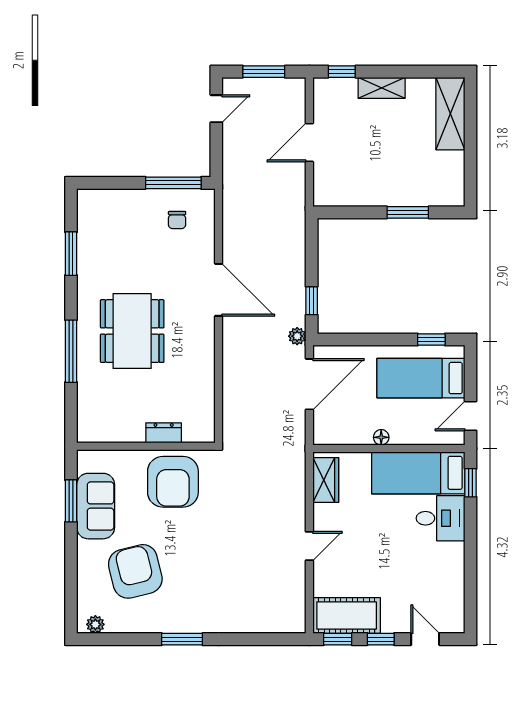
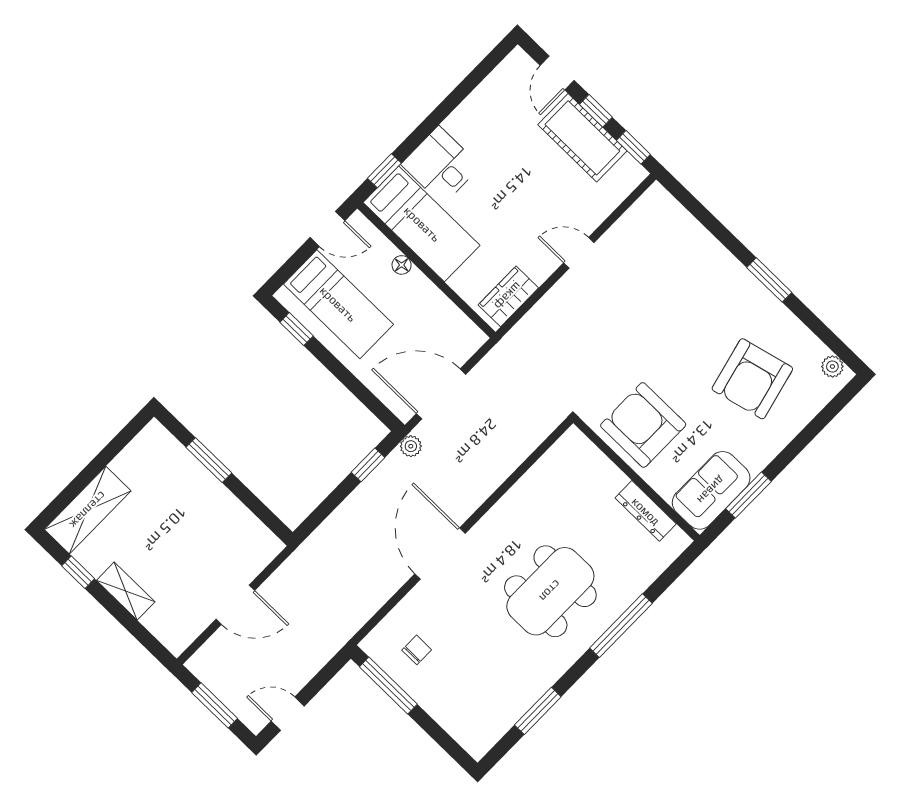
window: (342, 72) -> (78, 572), moved
dresser: (164, 433) -> (646, 511), moved, width x1.44
floor lamp: (381, 437) -> (402, 265), moved
armchair: (173, 482) -> (643, 425), turned -90
sofa: (96, 506) -> (711, 490), moved
cot: (347, 615) -> (582, 138), moved

